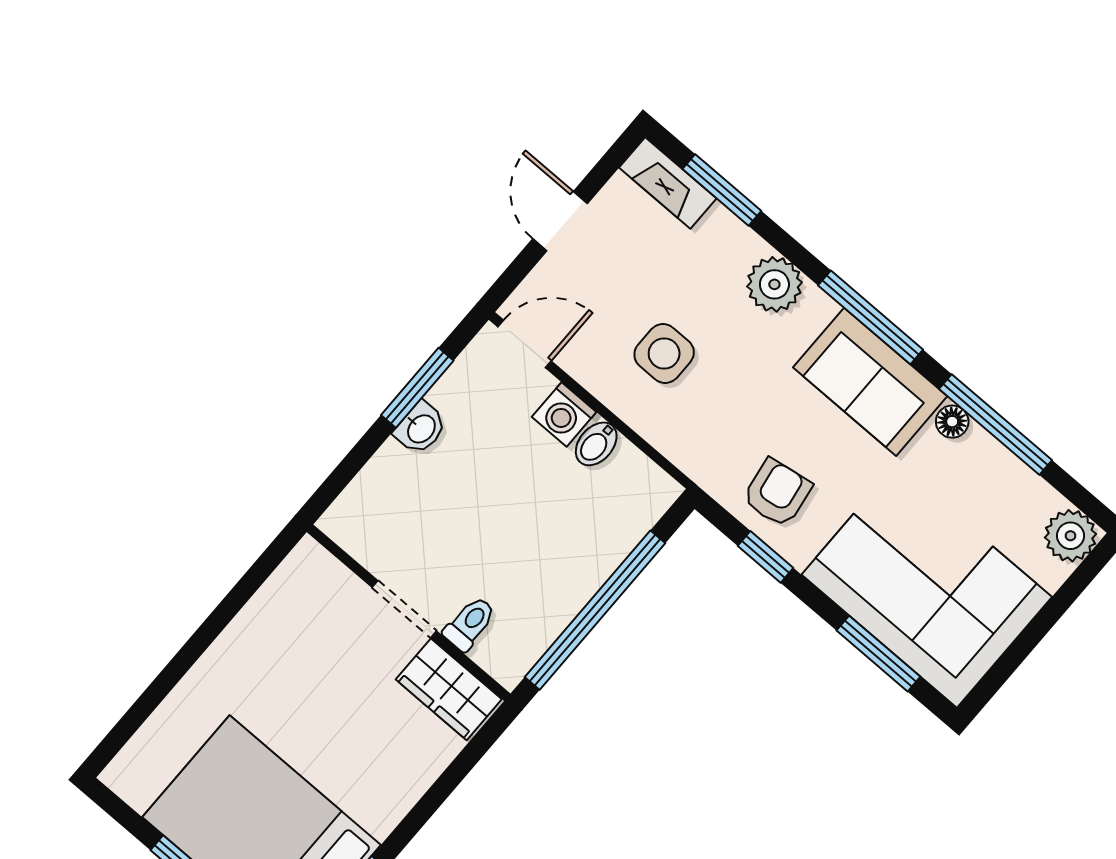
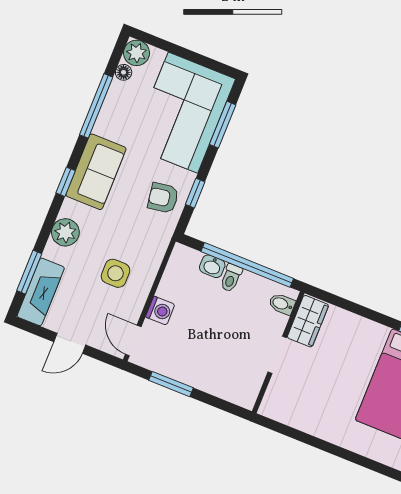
fireplace: (668, 183) -> (41, 292), width x1.37, depth x1.32
window: (871, 317) -> (66, 182), width x0.46
floor lamp: (952, 422) -> (124, 72), moved
washbasin: (421, 428) -> (212, 266), moved, turned 180
bidet: (596, 444) -> (282, 304), moved, turned 180
toilet: (470, 624) -> (231, 278), moved, turned -90

